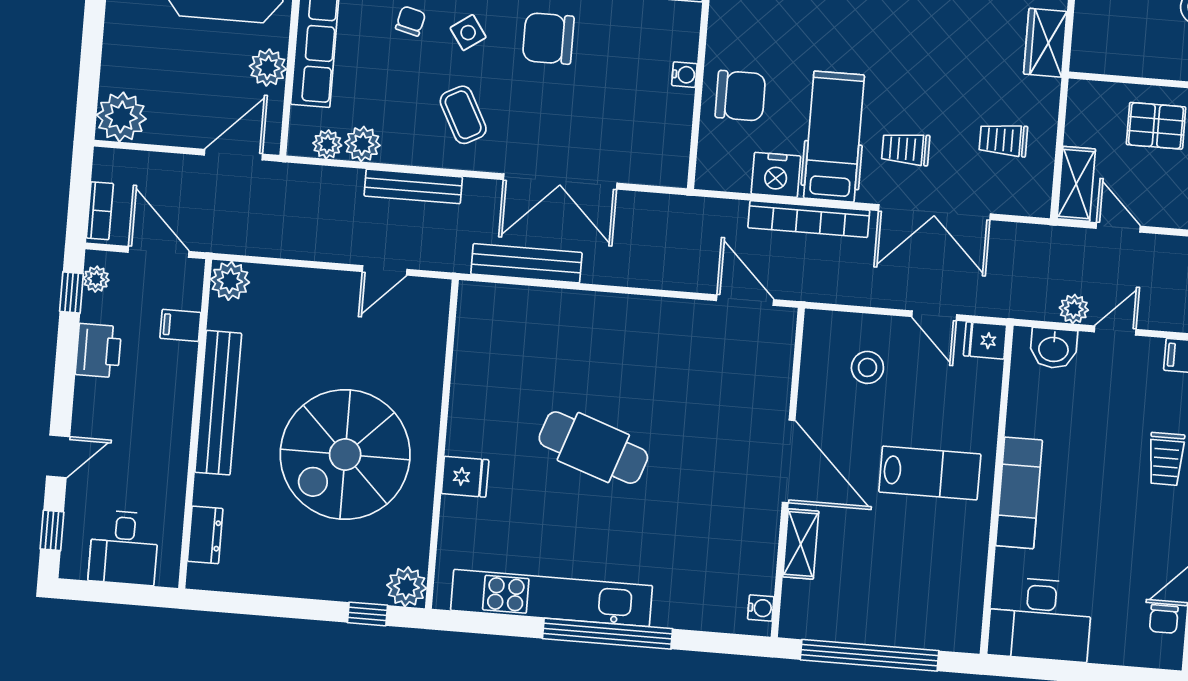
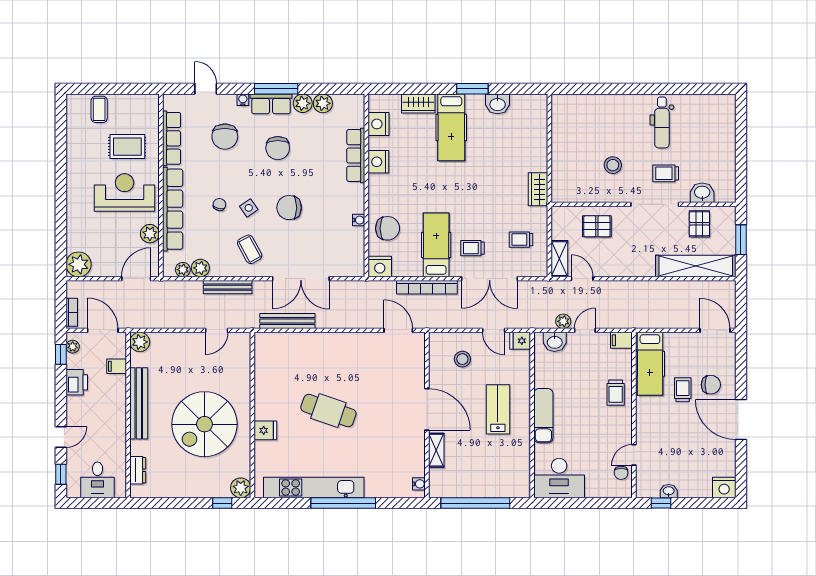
nightstand: (776, 175) -> (380, 266), moved
lab bench: (930, 473) -> (498, 409), turned -90

